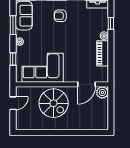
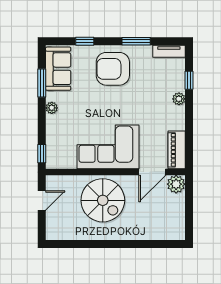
armchair: (60, 16) -> (113, 69), width x1.88, depth x1.88
piano: (103, 53) -> (177, 150), moved
window: (13, 59) -> (42, 154), moved
corner sofa: (43, 68) -> (108, 147), moved

